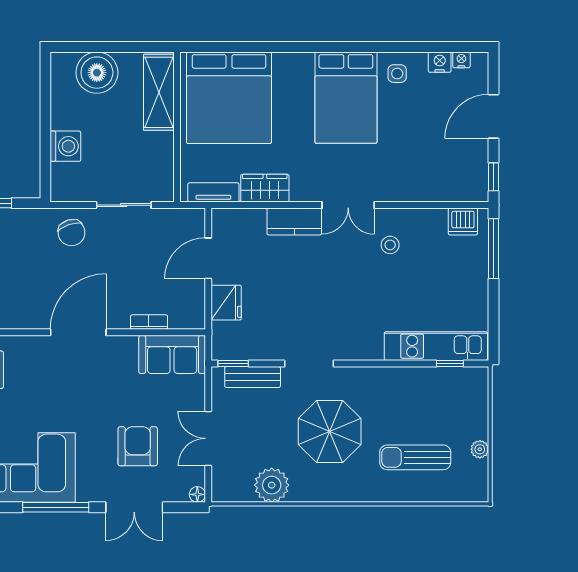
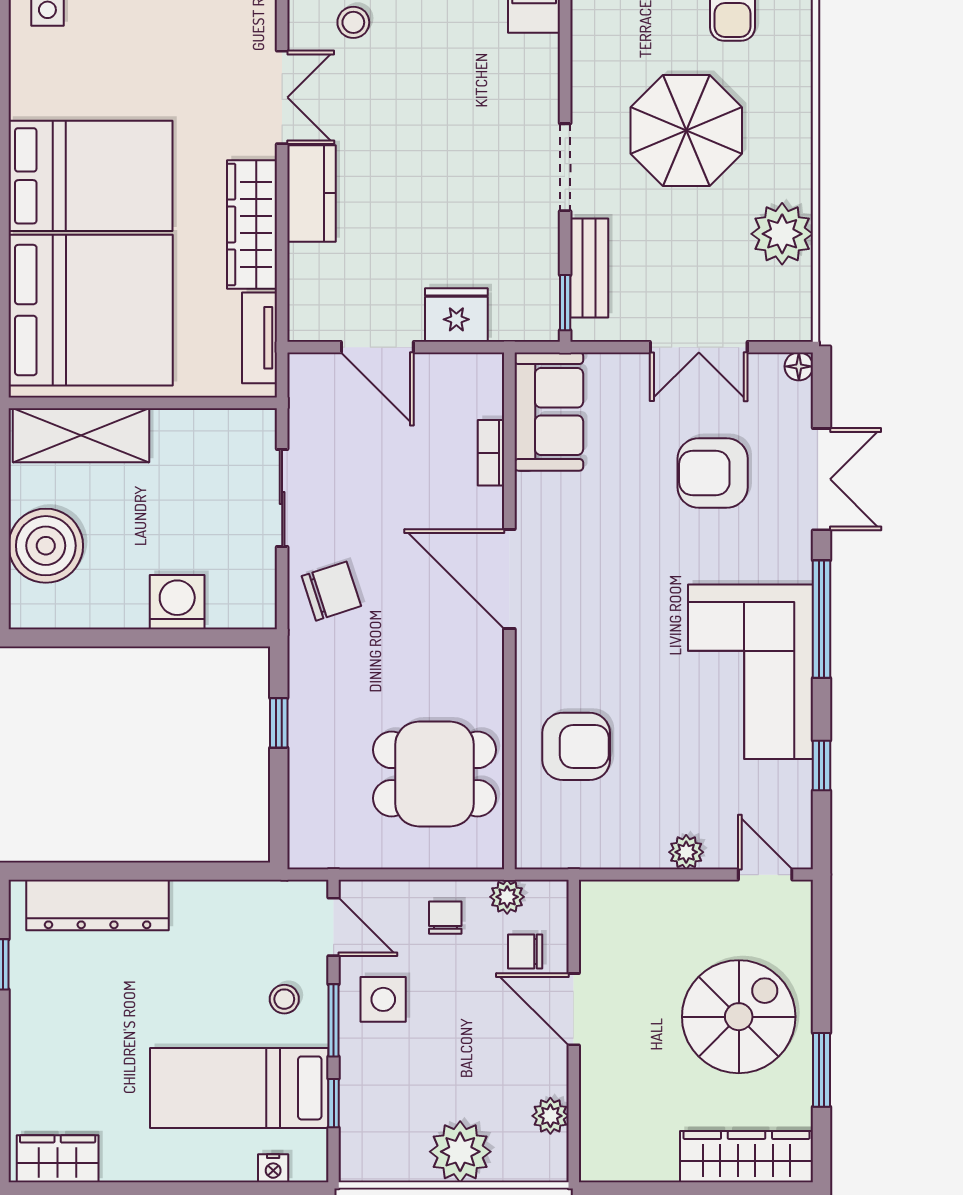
bed: (346, 98) -> (90, 176), moved
wardrobe: (265, 188) -> (252, 224), width x1.50

